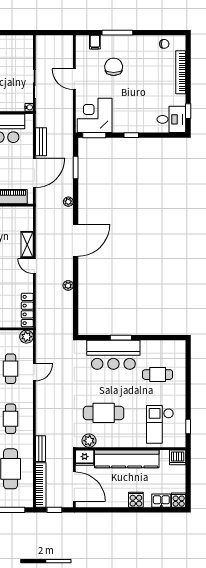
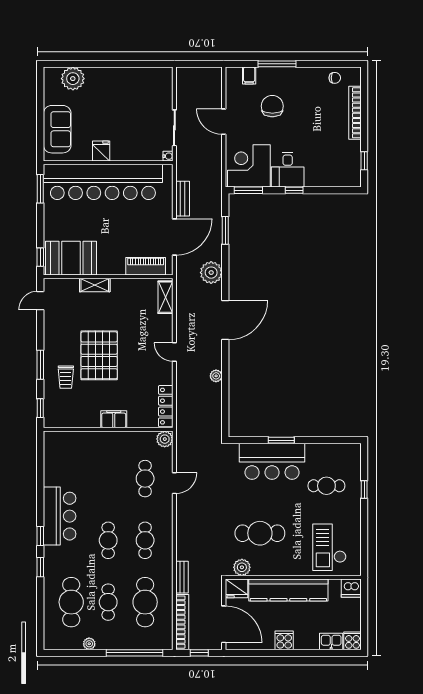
desk: (171, 119) -> (288, 170), moved, turned 90
plant: (68, 202) -> (211, 273), width x1.88, depth x1.88
shelving: (27, 245) -> (166, 297), moved
window: (188, 426) -> (364, 490), moved
cooker: (136, 500) -> (284, 640), moved

